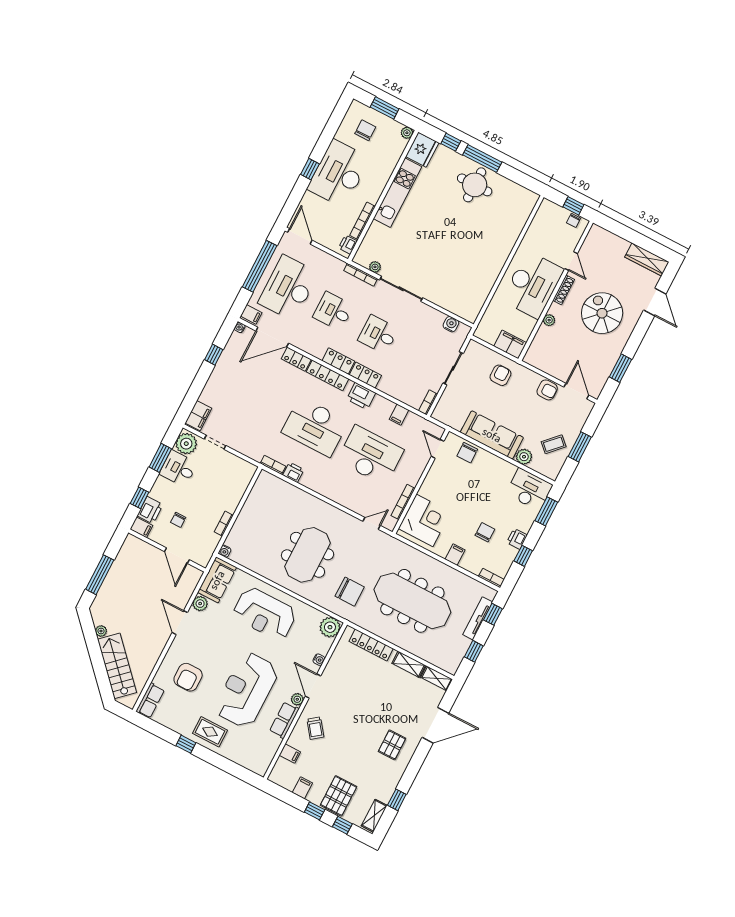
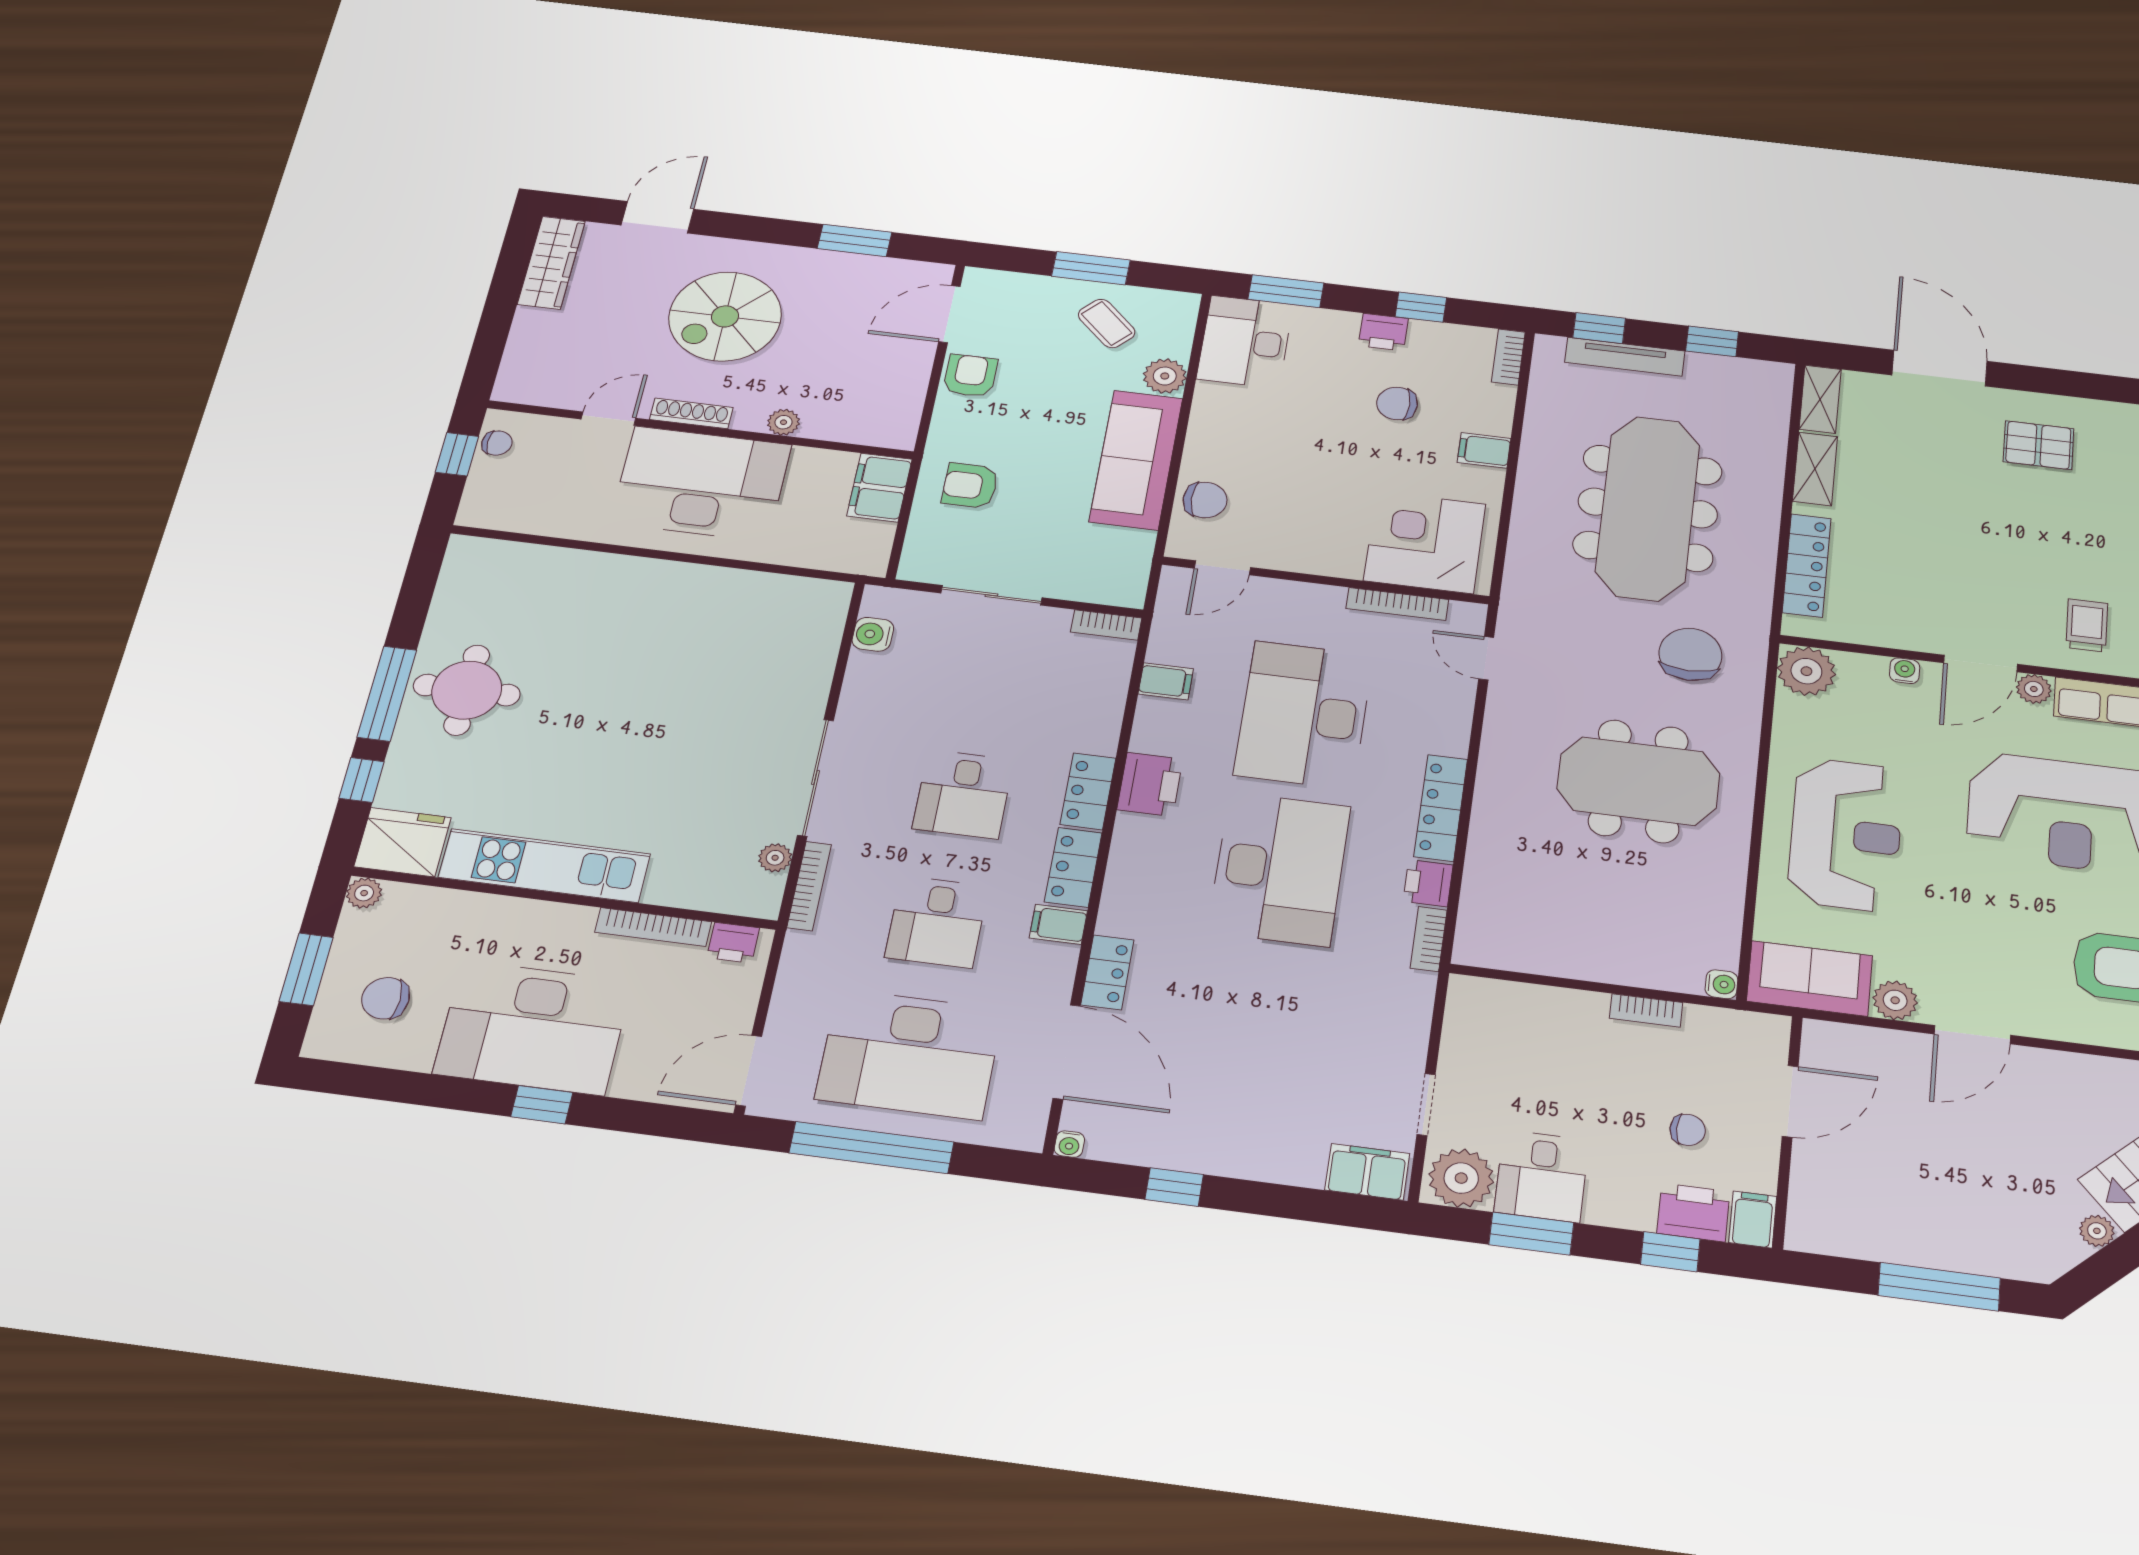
filing cabinet: (251, 314) -> (1058, 924), moved, turned -90
locker: (328, 375) -> (1441, 808), moved, turned 180
trolley: (315, 728) -> (2087, 625), turned -53

